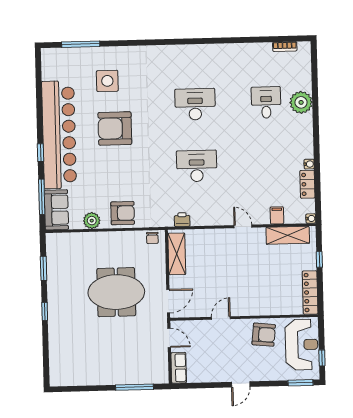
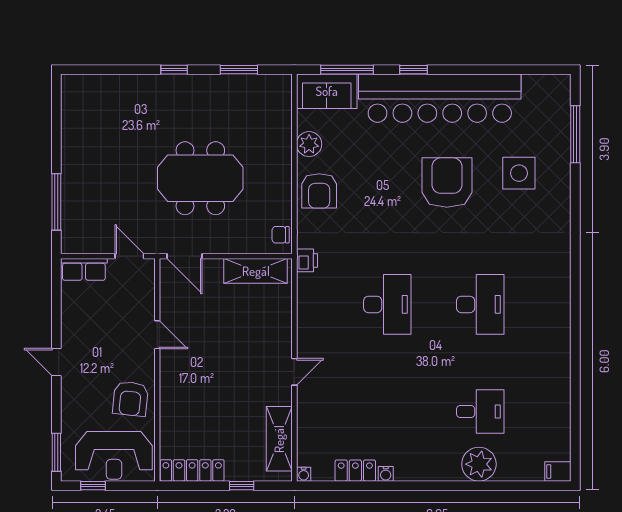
bookcase: (285, 47) -> (564, 442), removed
filing cabinet: (277, 215) -> (558, 471), moved, turned 180
printer: (182, 220) -> (307, 260), moved
meeting table: (116, 292) -> (200, 178), turned 90
door: (169, 338) -> (129, 256), swing flipped

